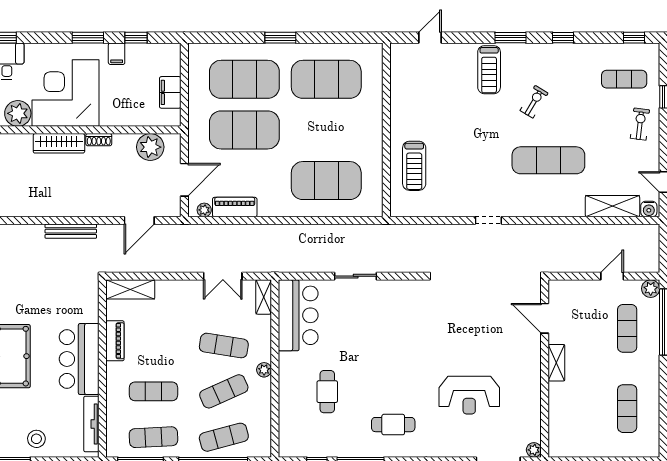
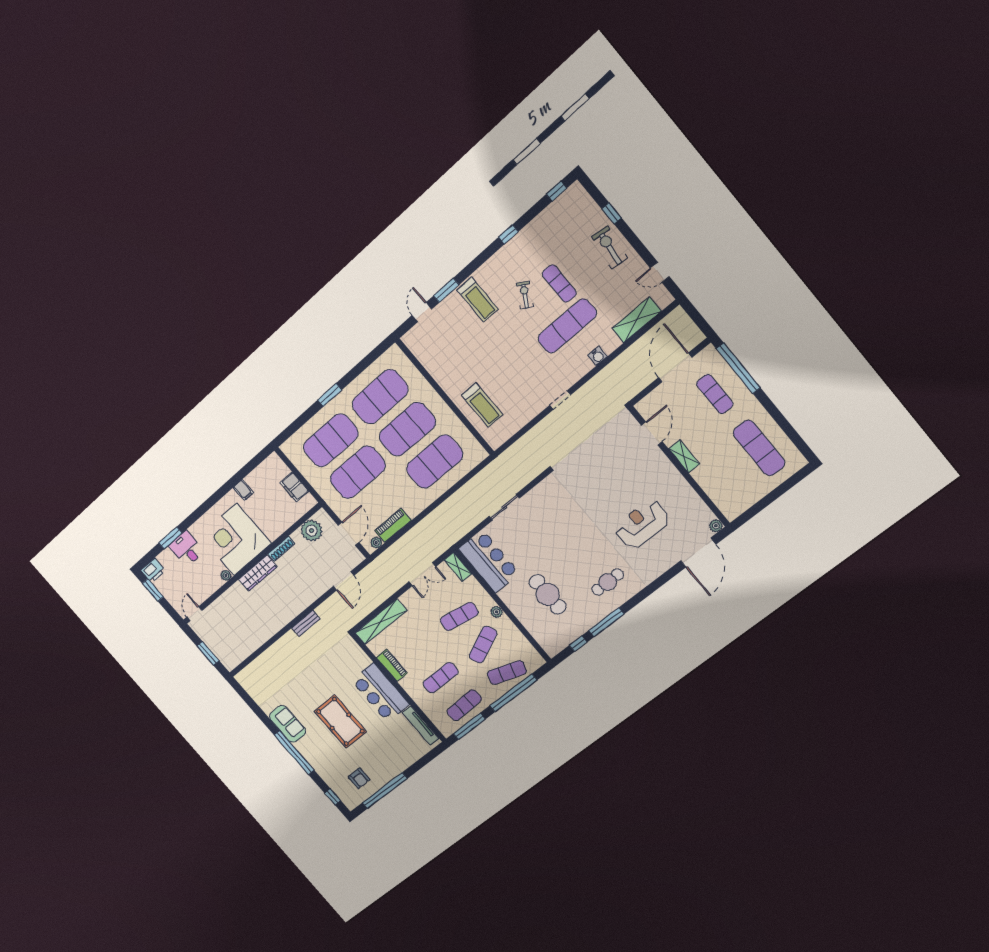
window: (88, 38) -> (219, 495), removed
window: (136, 38) -> (246, 470), removed
window: (511, 38) -> (446, 290), moved
exercise mat: (624, 79) -> (559, 283), moved, turned 90
plant: (18, 113) -> (226, 575), width x0.53, depth x0.53
exercise bike: (640, 124) -> (610, 247), width x1.38, depth x1.39
exercise mat: (326, 130) -> (407, 429), added
shoe rack: (99, 140) -> (281, 549), width x1.43
water cooler: (649, 209) -> (598, 356), moved
bench: (71, 231) -> (306, 623), width x0.73
door: (612, 276) -> (675, 367), width x1.88
shelving: (130, 289) -> (381, 622), width x1.47
plant: (651, 289) -> (709, 354), removed
door: (545, 318) -> (652, 433), swing flipped
cafe table: (327, 392) -> (548, 594), width x1.37, depth x1.35
reception desk: (469, 395) -> (642, 524), turned 180
exercise mat: (627, 409) -> (759, 448), width x1.36, depth x1.45
exercise mat: (224, 437) -> (507, 673), turned 33
stool: (36, 439) -> (396, 759), removed

